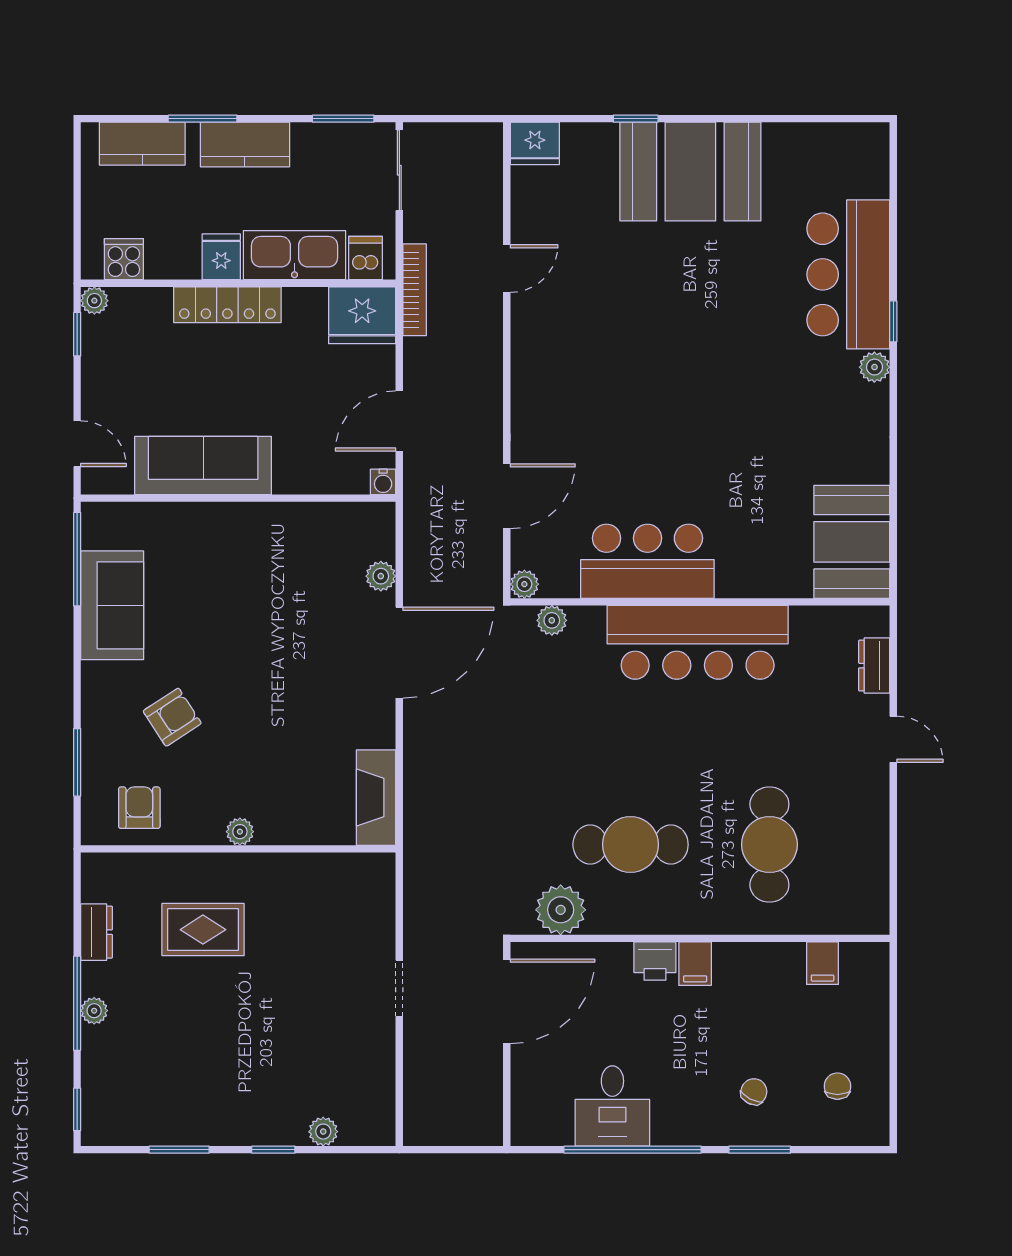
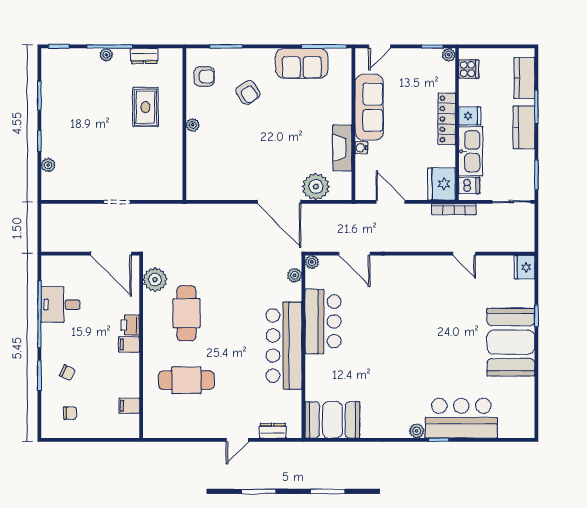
water cooler: (383, 482) -> (361, 148), moved
plant: (381, 576) -> (316, 187), width x1.87, depth x1.87
fireplace: (376, 798) -> (342, 148), moved, turned -90

